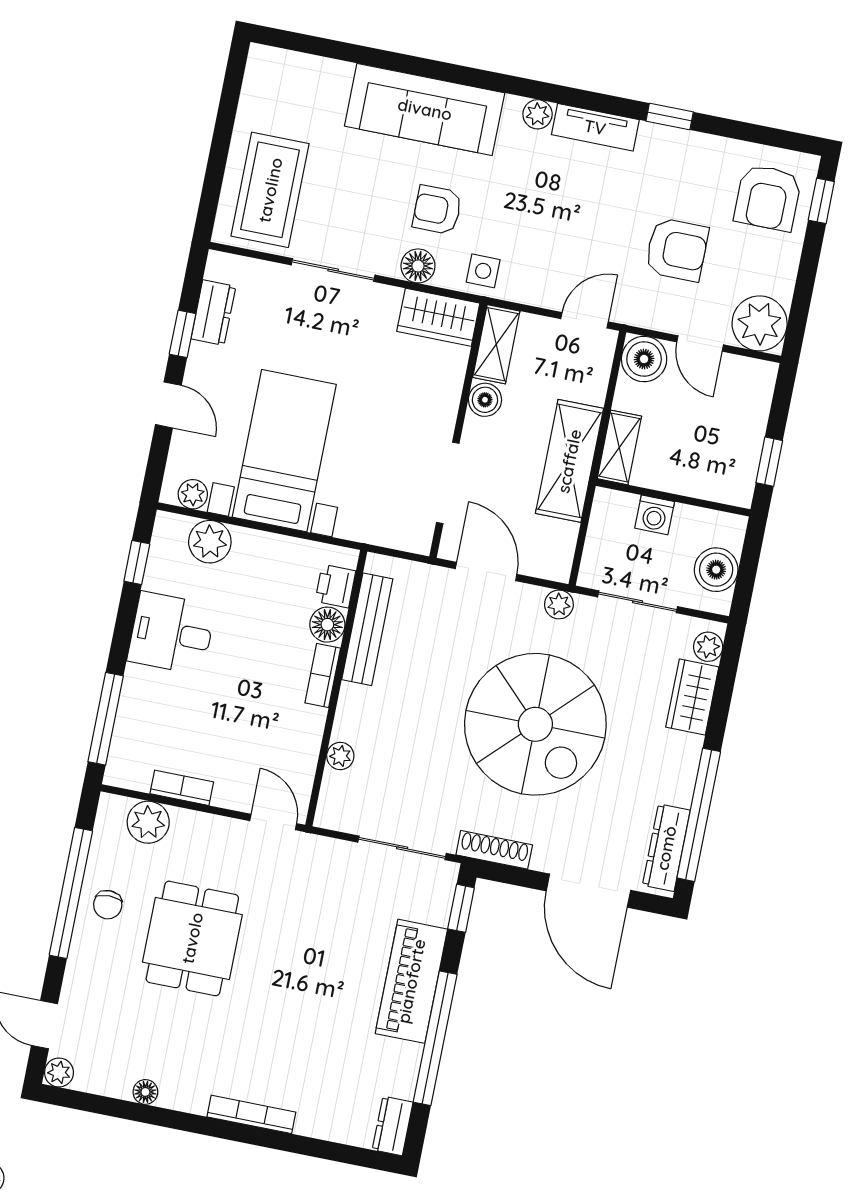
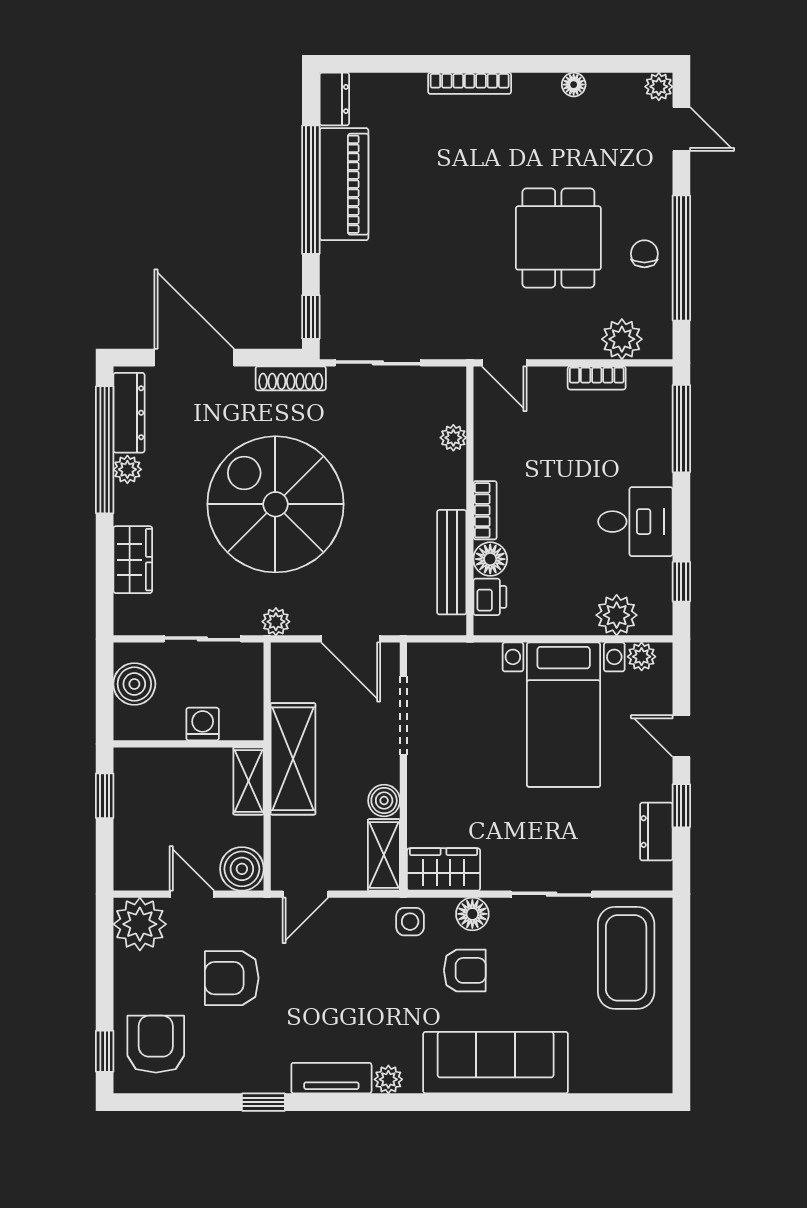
plant: (708, 647) -> (127, 469), moved
piano: (411, 981) -> (344, 184), moved

